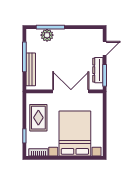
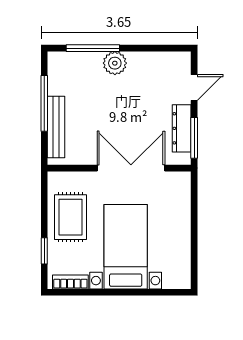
plant: (47, 35) -> (115, 63), moved
bed with nightstands: (75, 134) -> (126, 247), width x0.73

